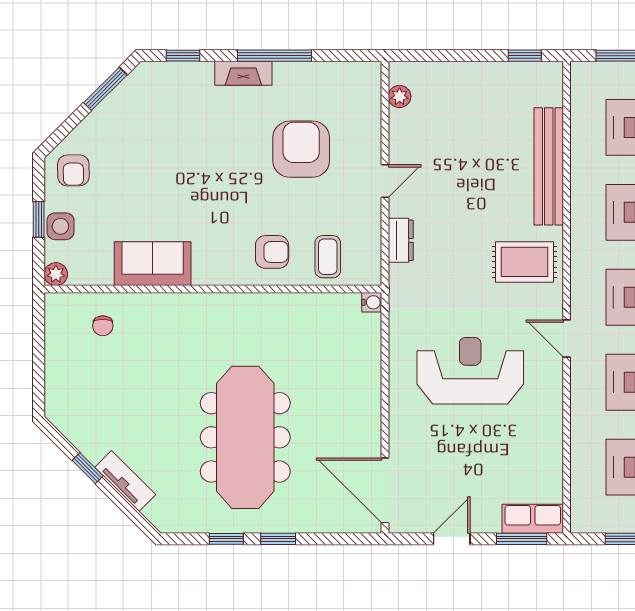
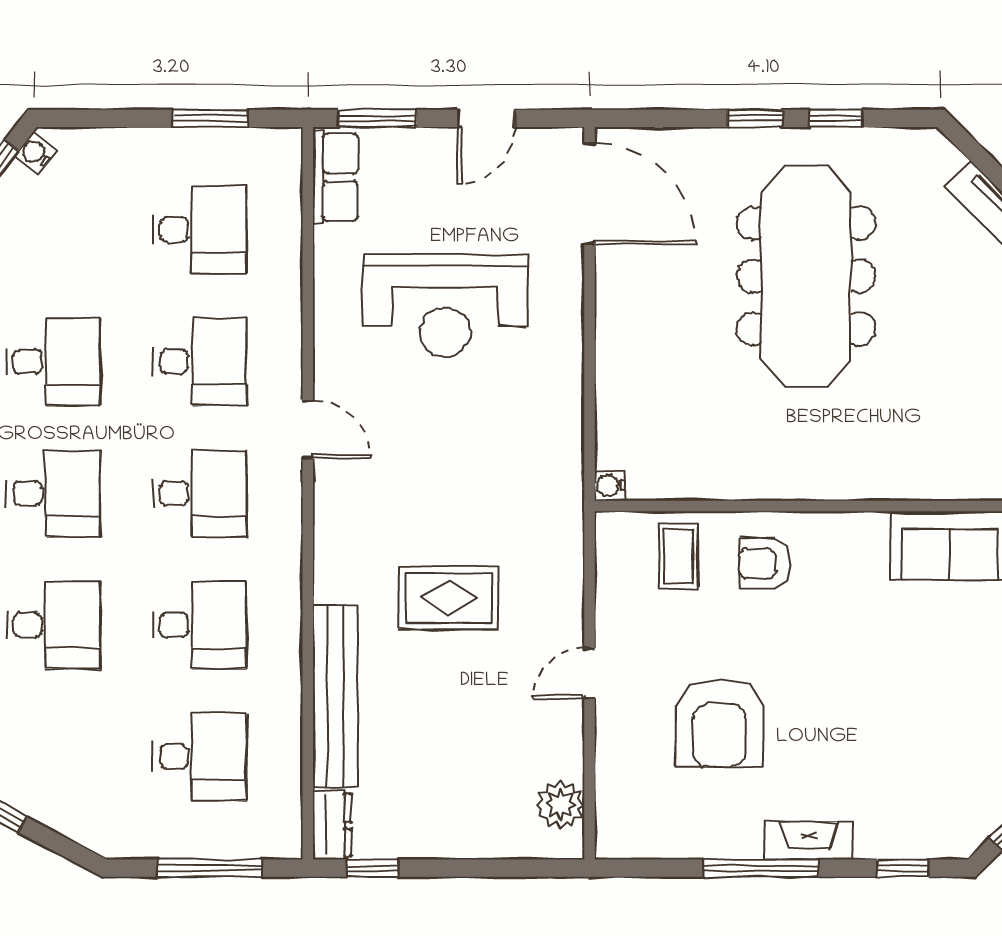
plant: (400, 96) -> (560, 805), width x1.38, depth x1.38
dresser: (401, 240) -> (332, 825), moved, turned 180
rug: (525, 262) -> (449, 598), moved
reception desk: (470, 371) -> (445, 306), moved
row of seats: (533, 519) -> (335, 177), moved, turned -90

